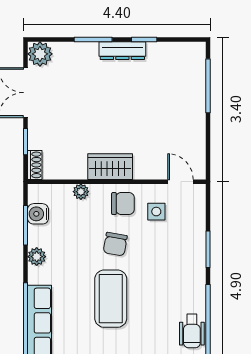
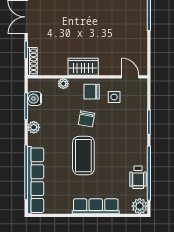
shoe rack: (35, 165) -> (32, 61), width x1.43
chair: (123, 204) -> (92, 92), turned 180

